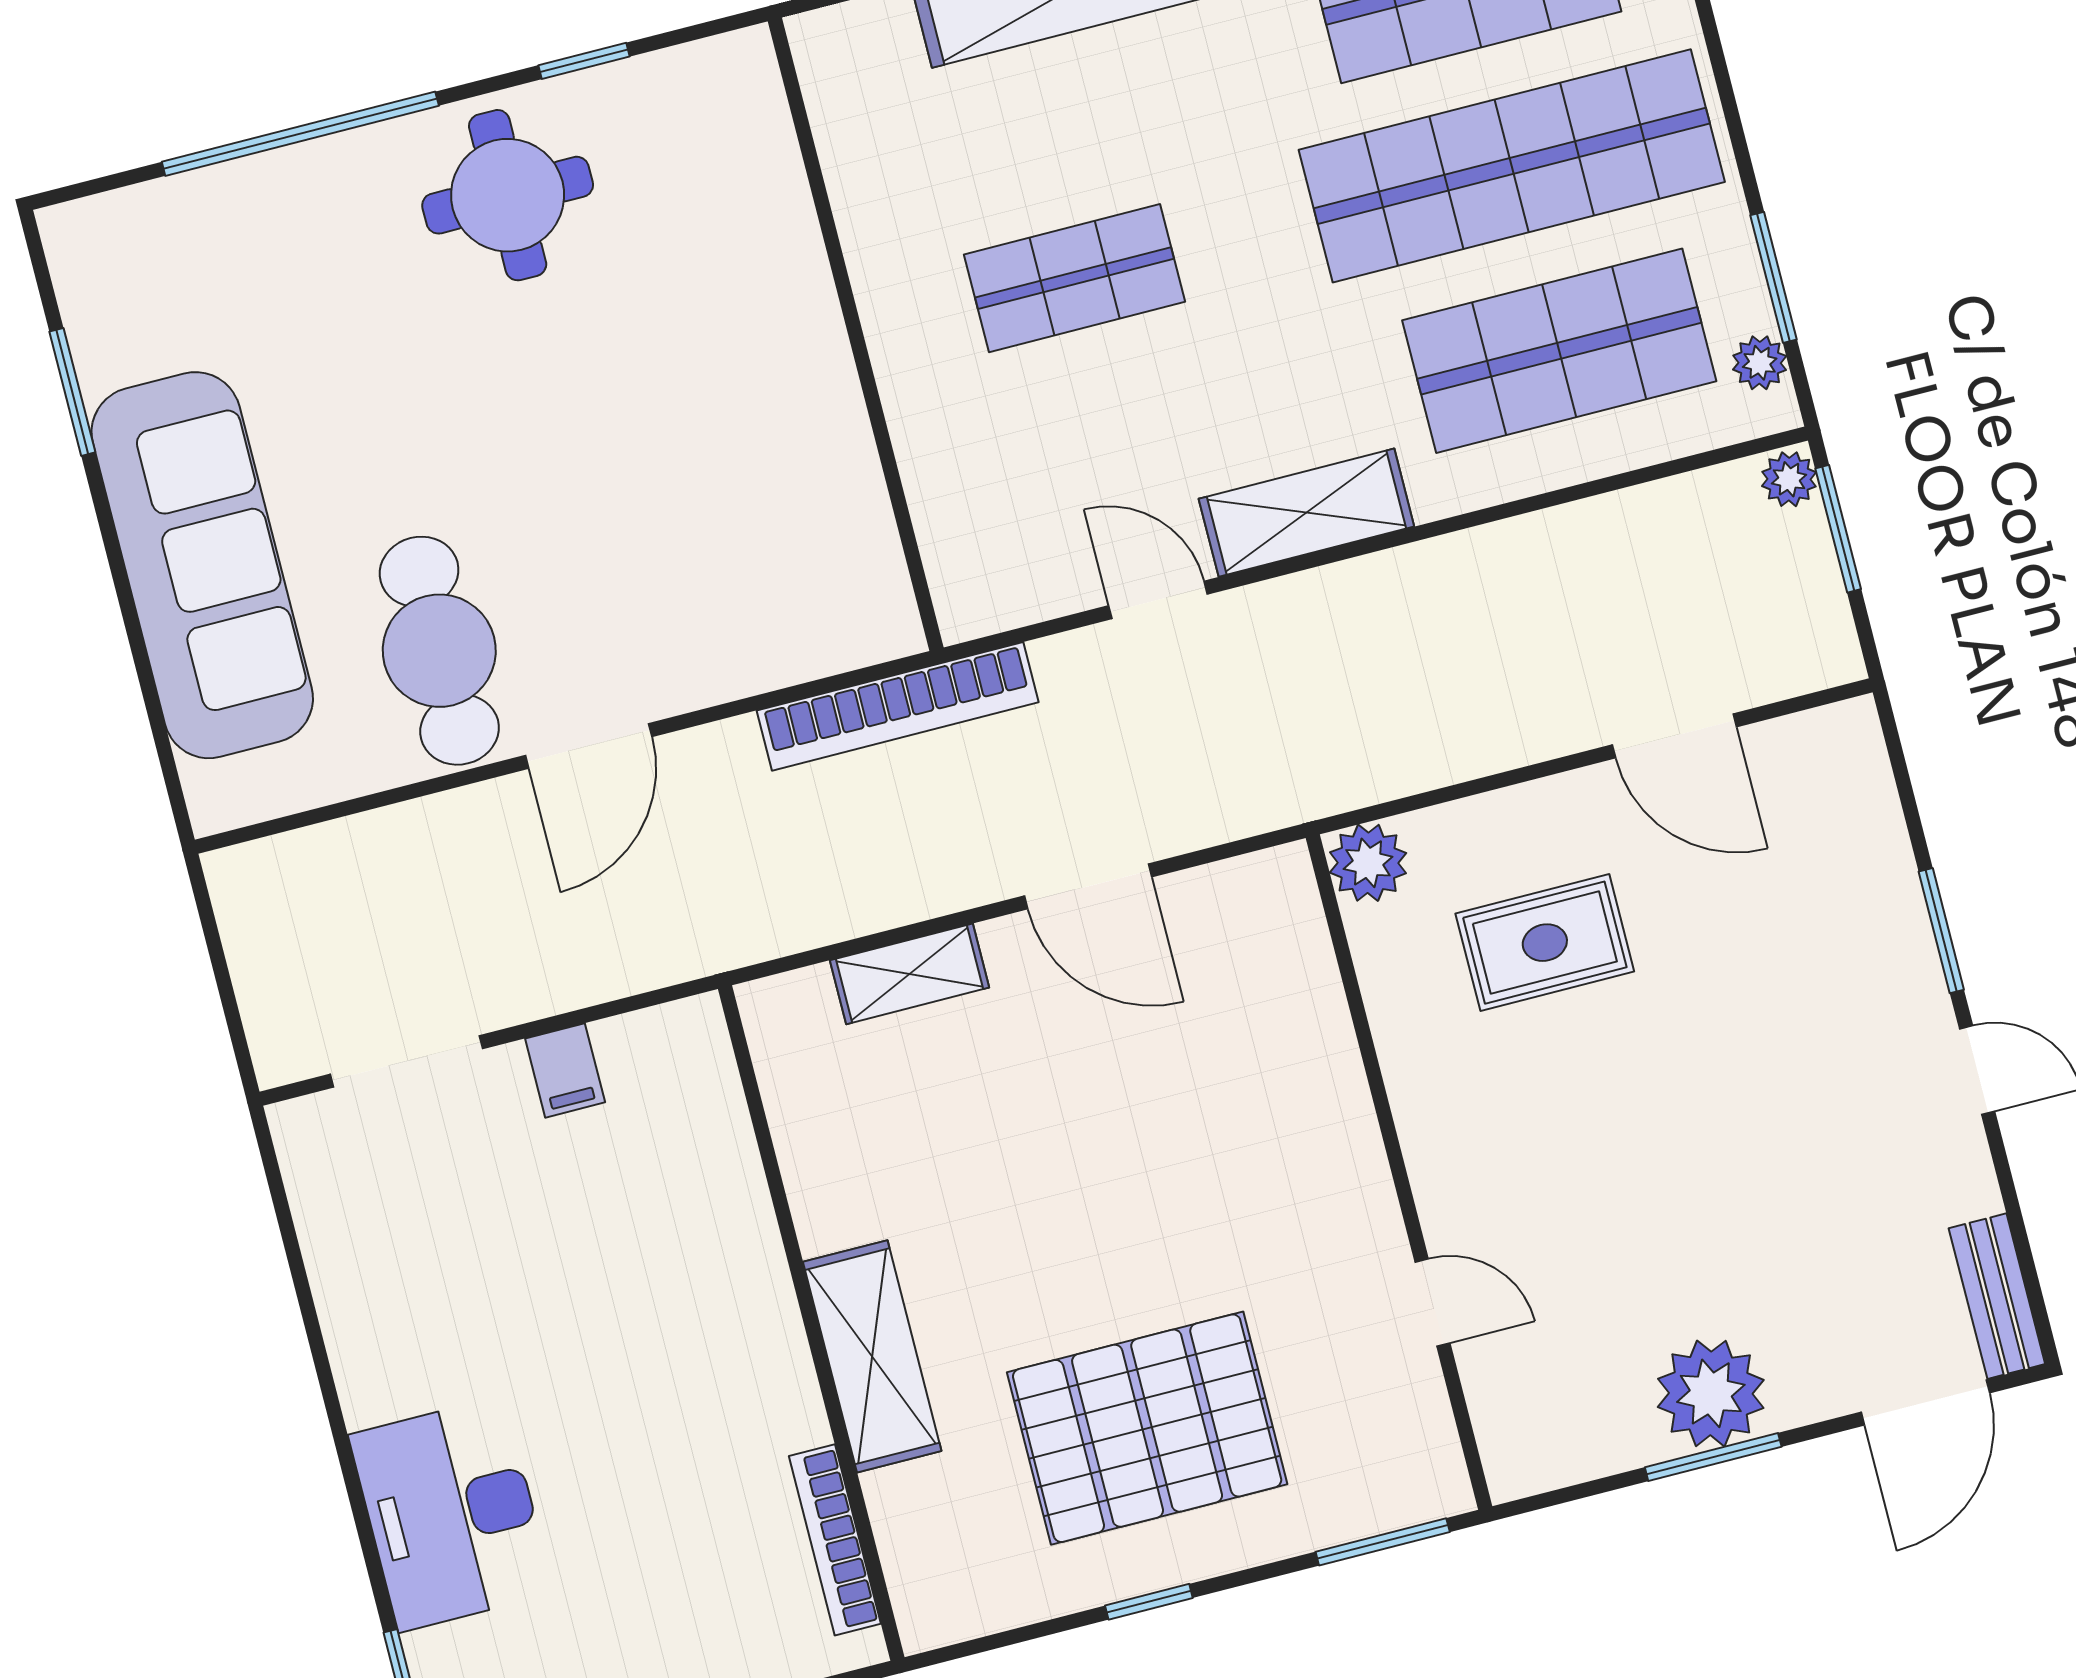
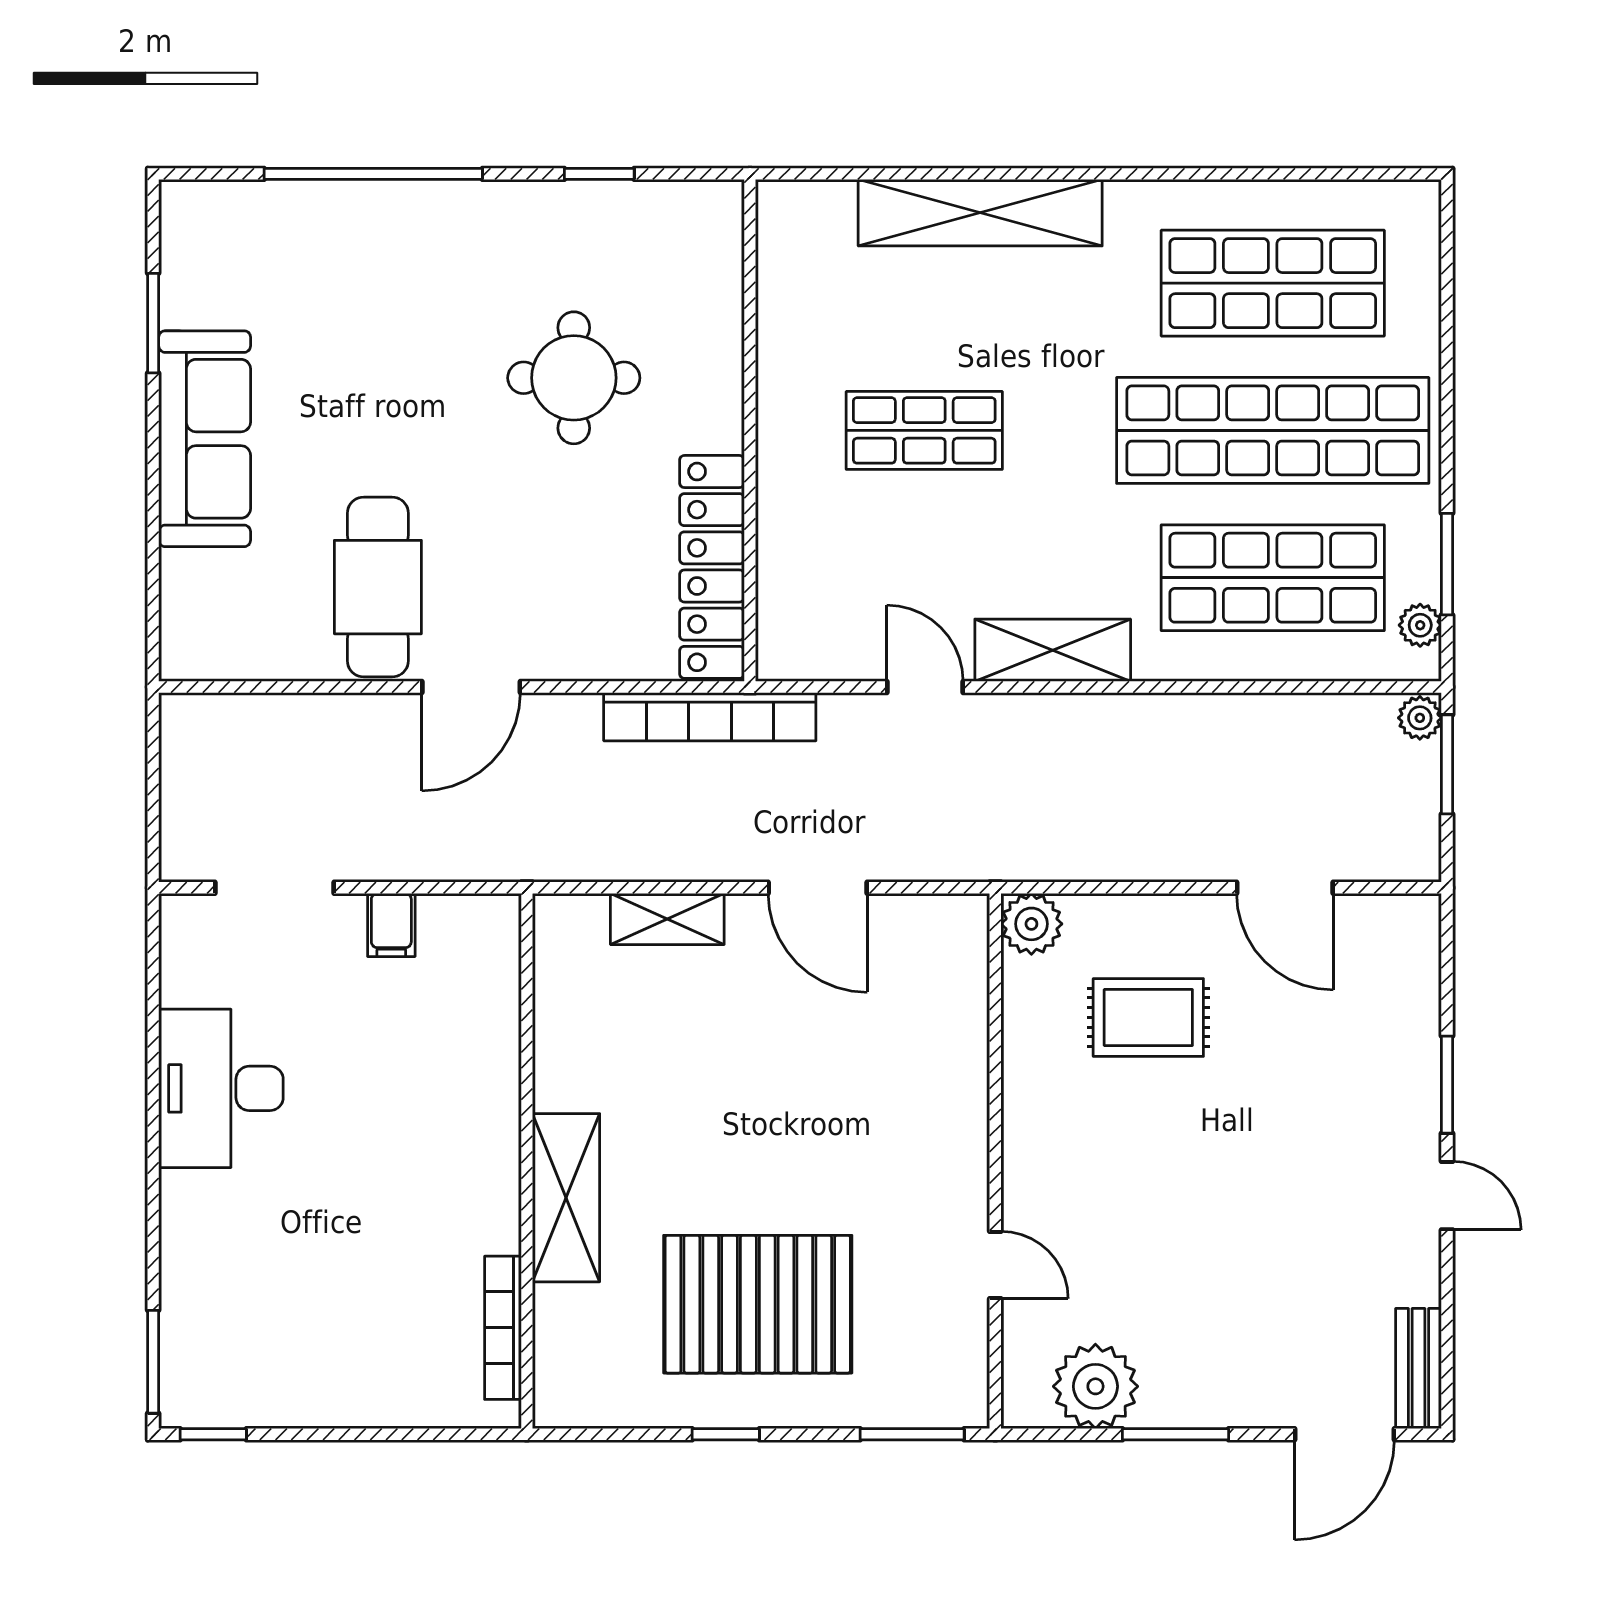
round table: (508, 195) -> (574, 378), moved
locker: (852, 518) -> (712, 567), added
sofa: (202, 565) -> (205, 439), width x0.74, depth x0.79
plant: (1711, 1393) -> (1095, 1386), moved
desk: (451, 1514) -> (221, 1088), moved

